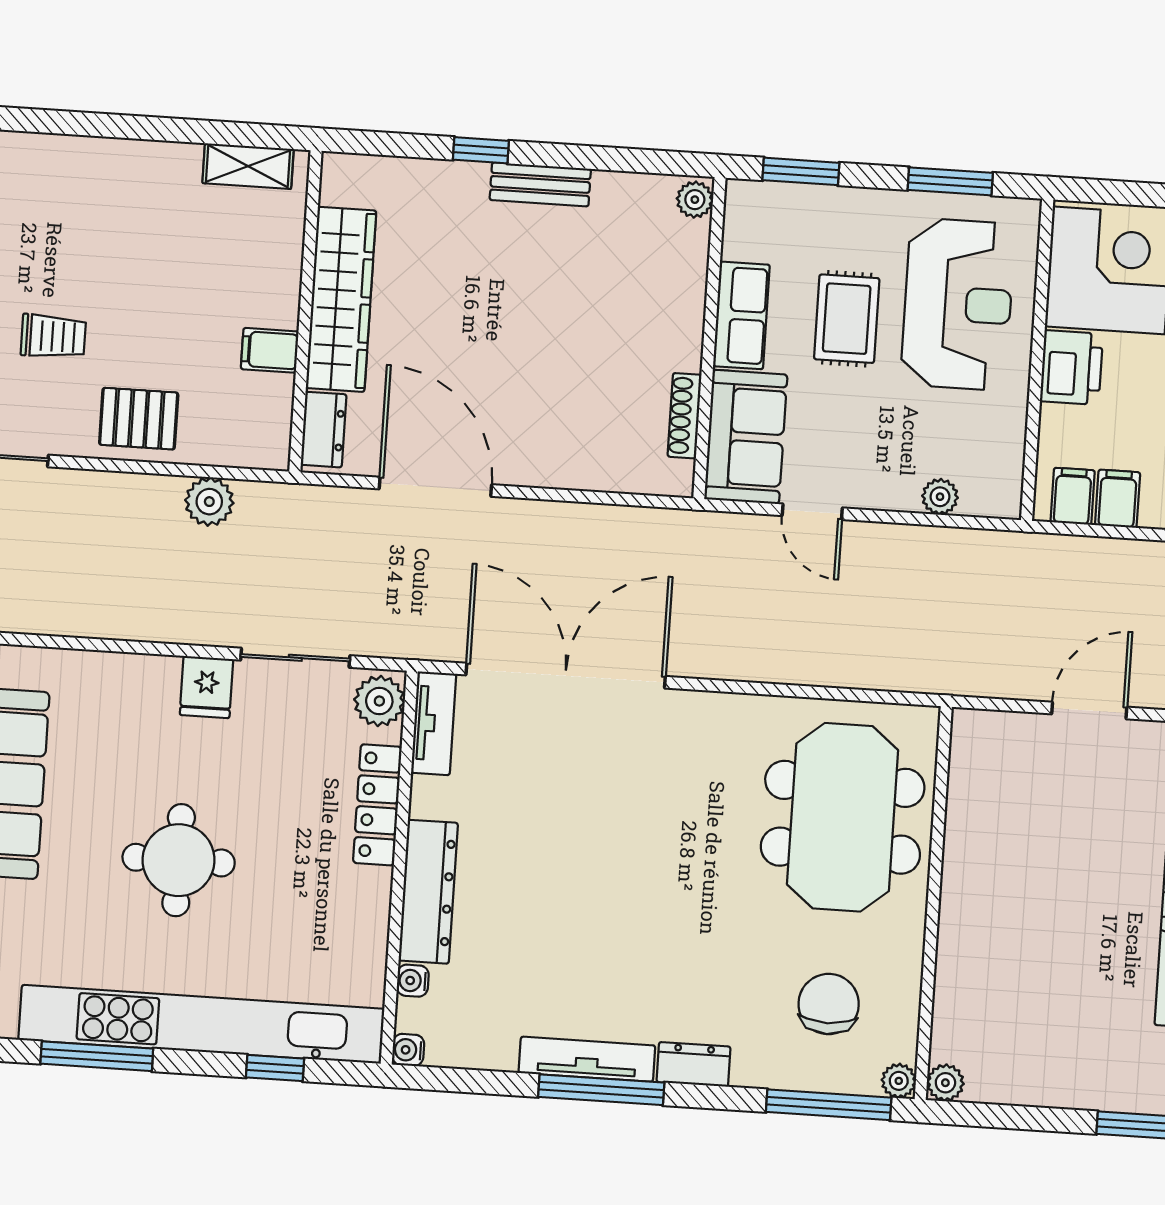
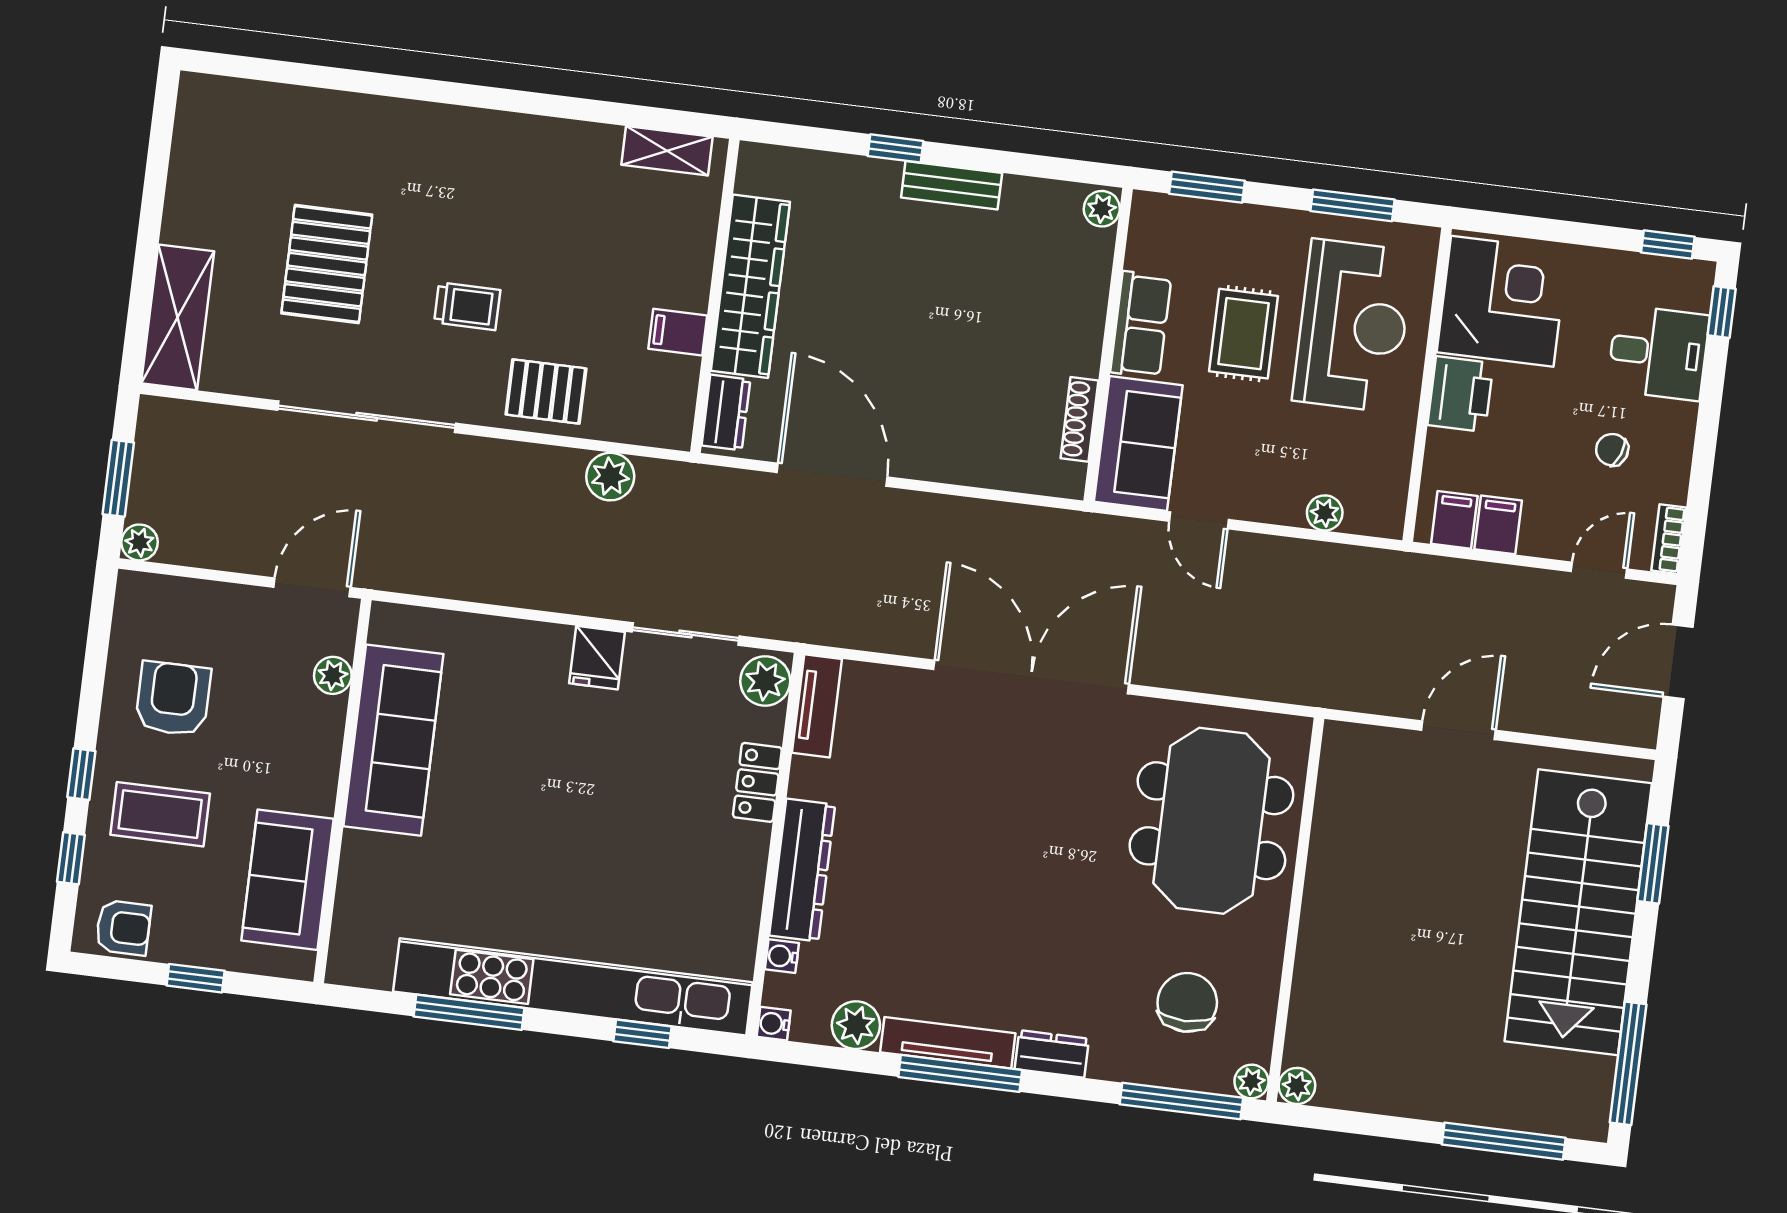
double door: (566, 676) -> (1031, 677), moved
locker: (377, 805) -> (757, 782), width x0.66
round table: (179, 860) -> (560, 825), removed
plant: (492, 1047) -> (856, 1025), added

